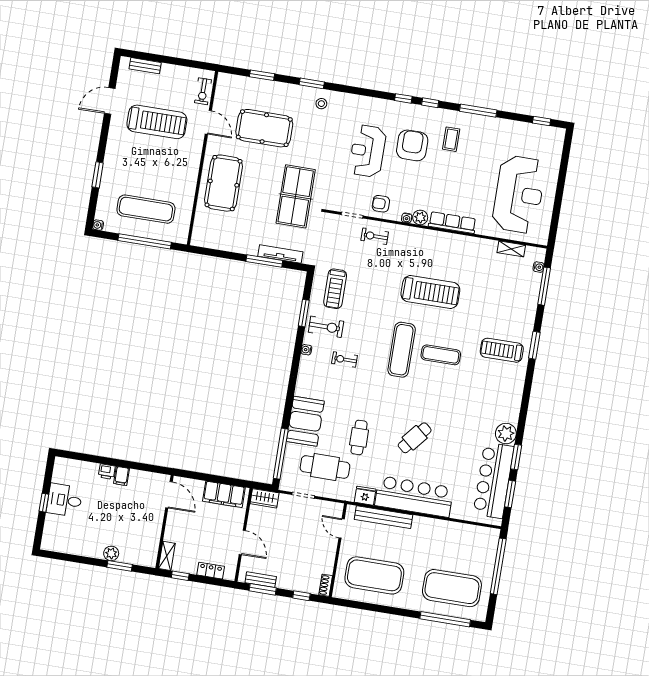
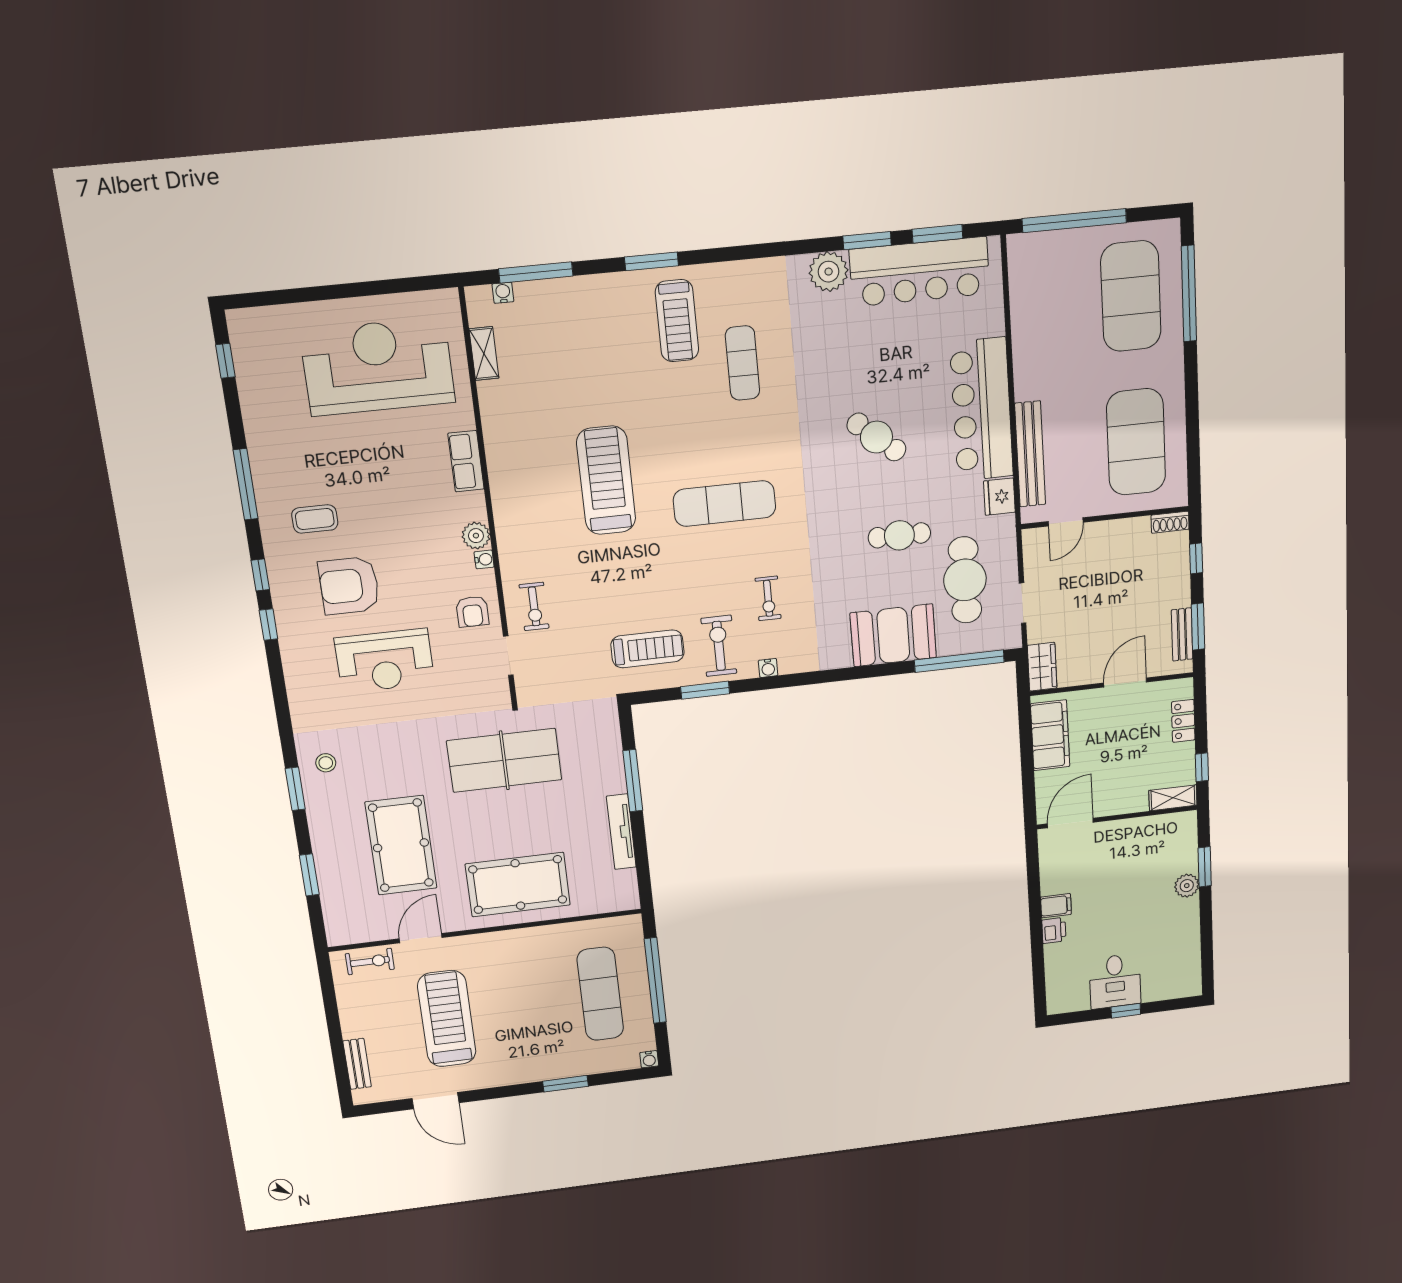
row of seats: (452, 223) -> (466, 461), width x0.68
tv unit: (280, 254) -> (621, 832), moved
exercise mat: (441, 355) -> (743, 363), moved

